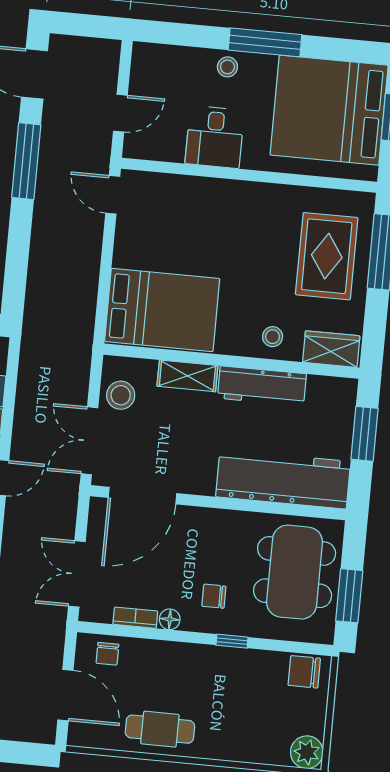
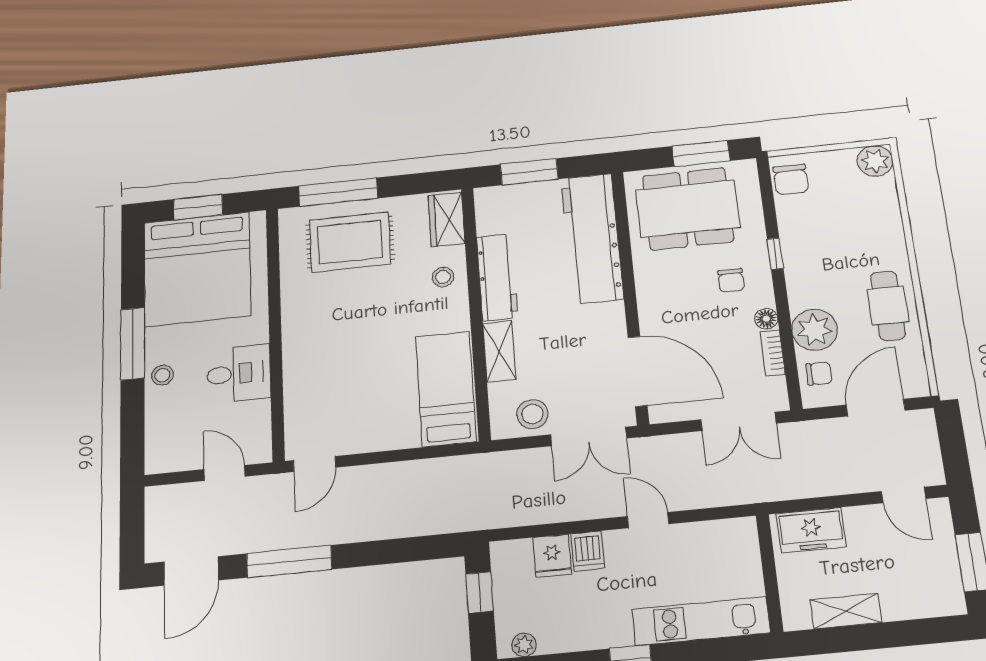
bed: (162, 310) -> (446, 389), width x0.67
plant: (150, 659) -> (815, 330), added

